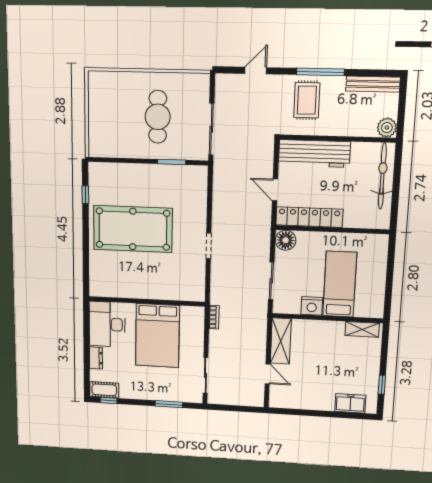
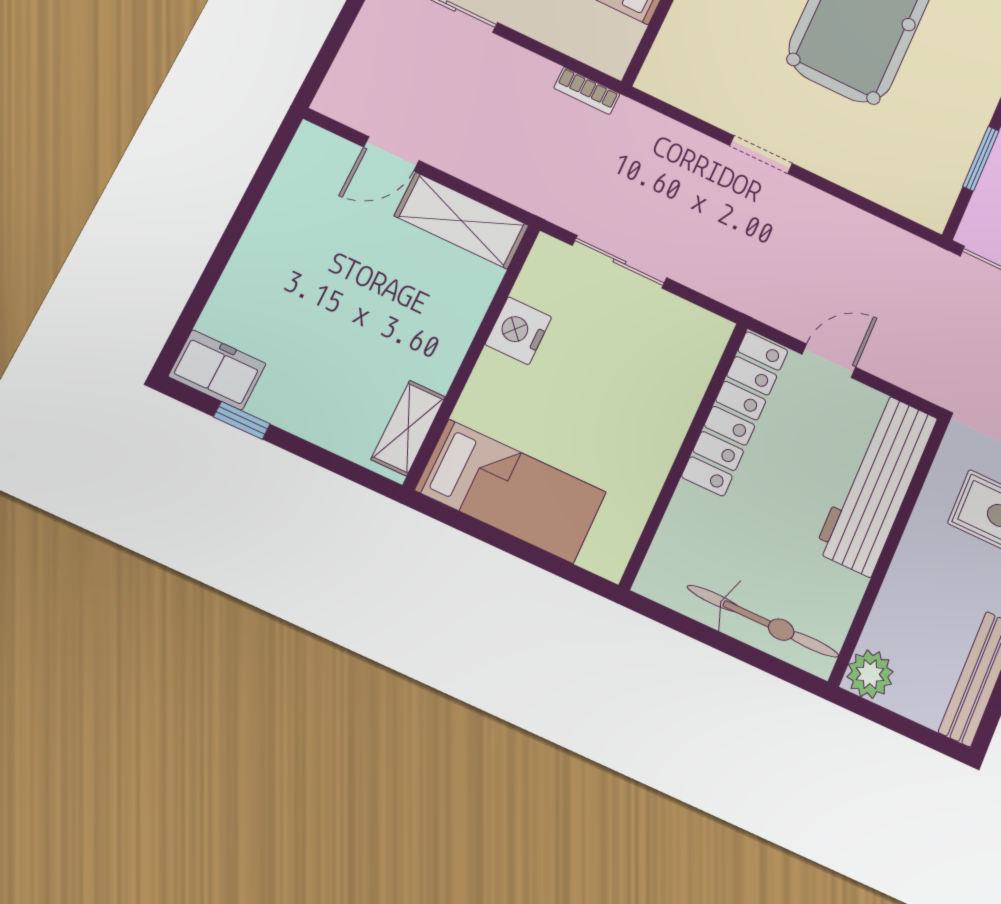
floor lamp: (286, 240) -> (703, 336), removed
bed: (340, 284) -> (511, 491), moved
freezer: (350, 403) -> (217, 370), moved, turned -90

